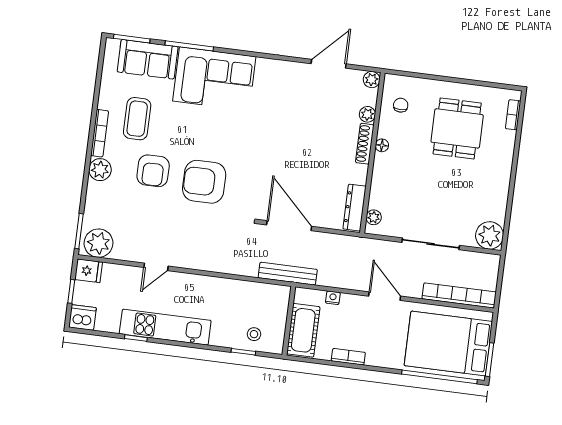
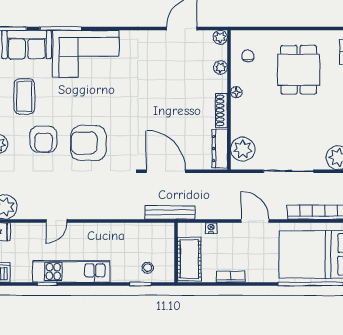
shoe rack: (365, 144) -> (221, 110), moved
plant: (374, 217) -> (243, 149), width x1.88, depth x1.88

